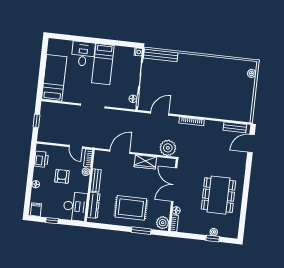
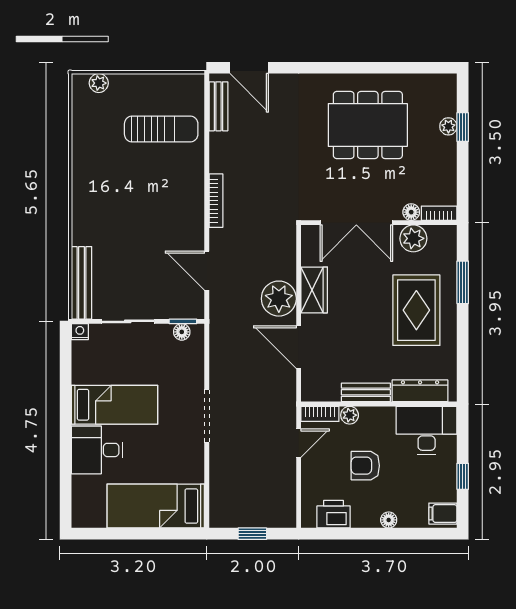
sun lounger: (227, 100) -> (161, 129), added
plant: (168, 148) -> (279, 299), moved
plant: (163, 223) -> (413, 238), moved

